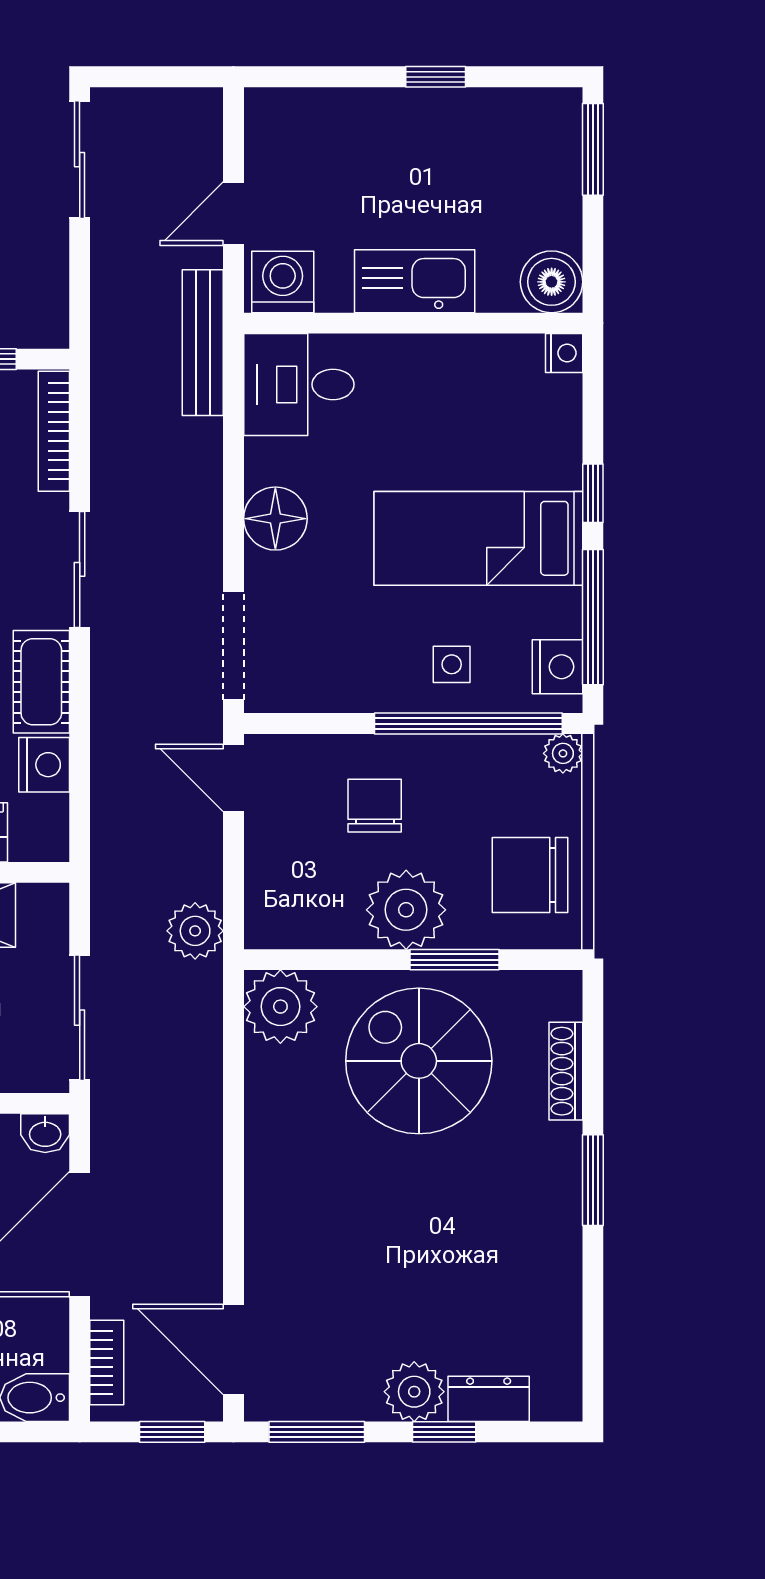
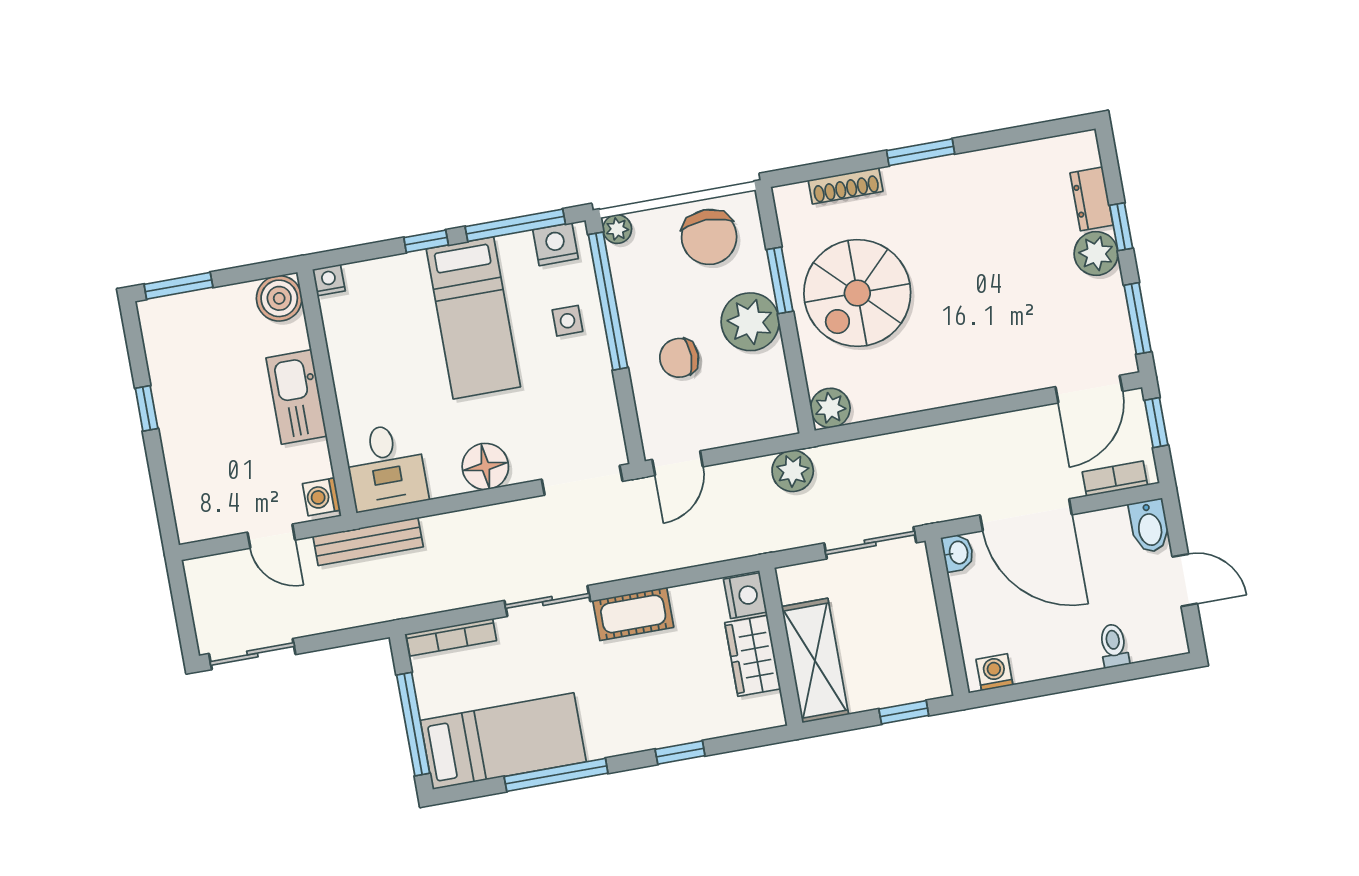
washing machine: (283, 282) -> (321, 497), width x0.73, depth x0.73
nightstand: (44, 765) -> (745, 596), moved, turned 90
plant: (280, 1007) -> (830, 408), width x0.73, depth x0.73

